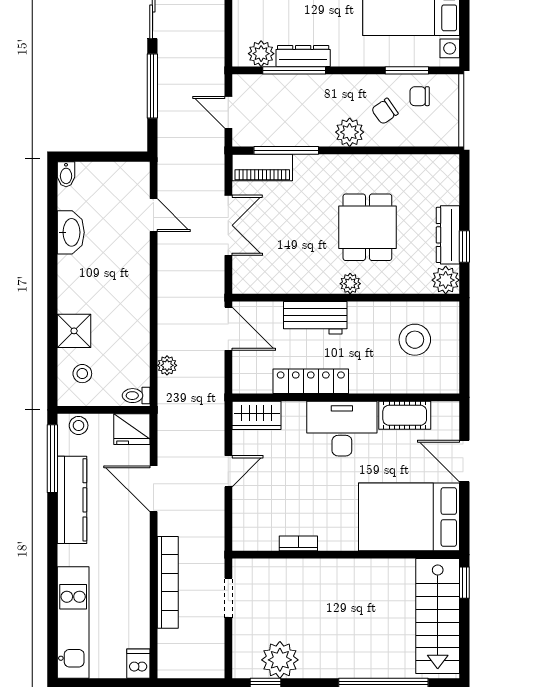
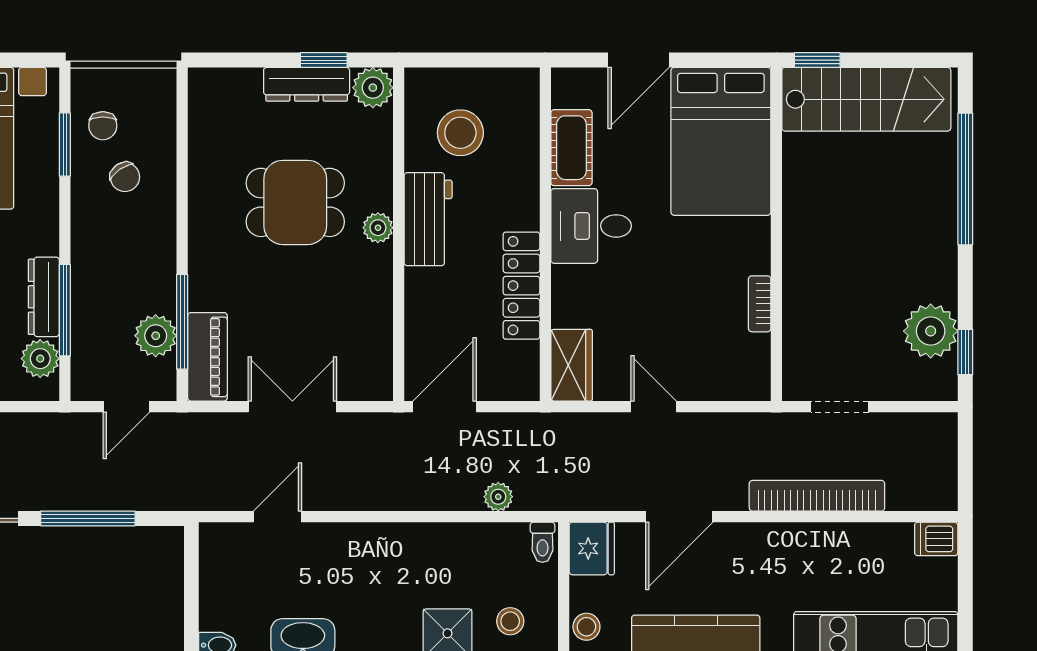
plant: (350, 132) -> (156, 336), moved
workbench: (315, 318) -> (428, 219), moved
desk: (342, 429) -> (591, 226), width x0.73

